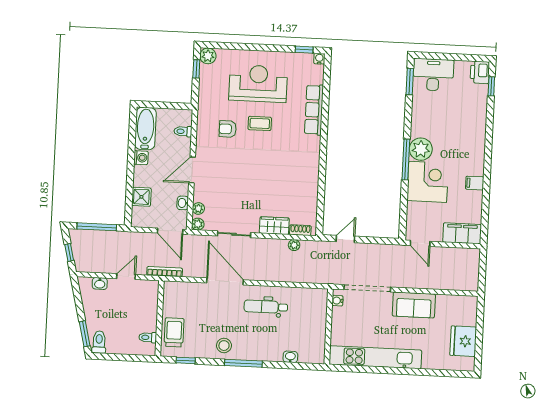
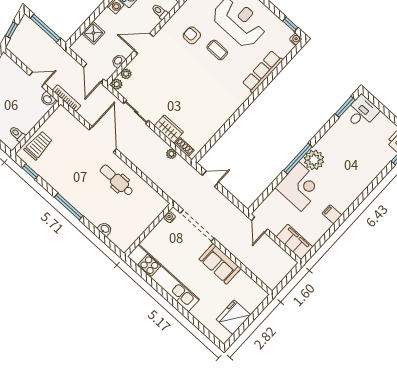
desk: (433, 75) -> (362, 112), width x0.73
washbasin: (100, 283) -> (48, 99), moved
stool: (224, 346) -> (65, 183), removed

